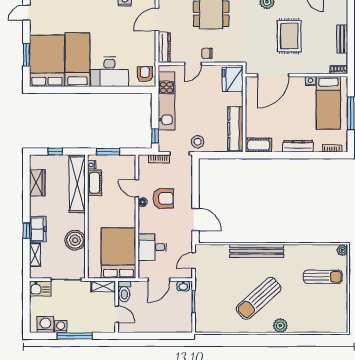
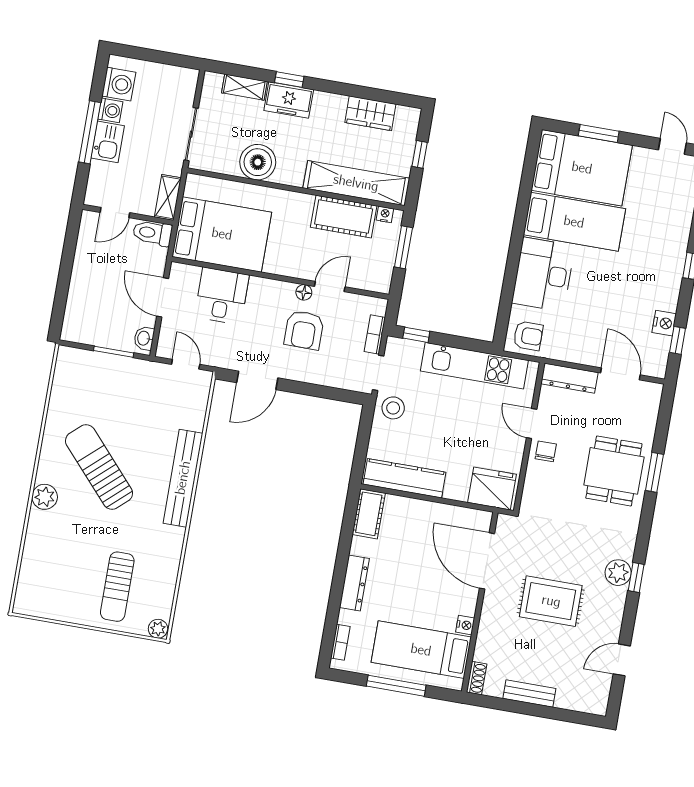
cot: (94, 183) -> (344, 217), width x1.37, depth x1.34
kitchen sink: (40, 289) -> (108, 142), moved, turned 180

